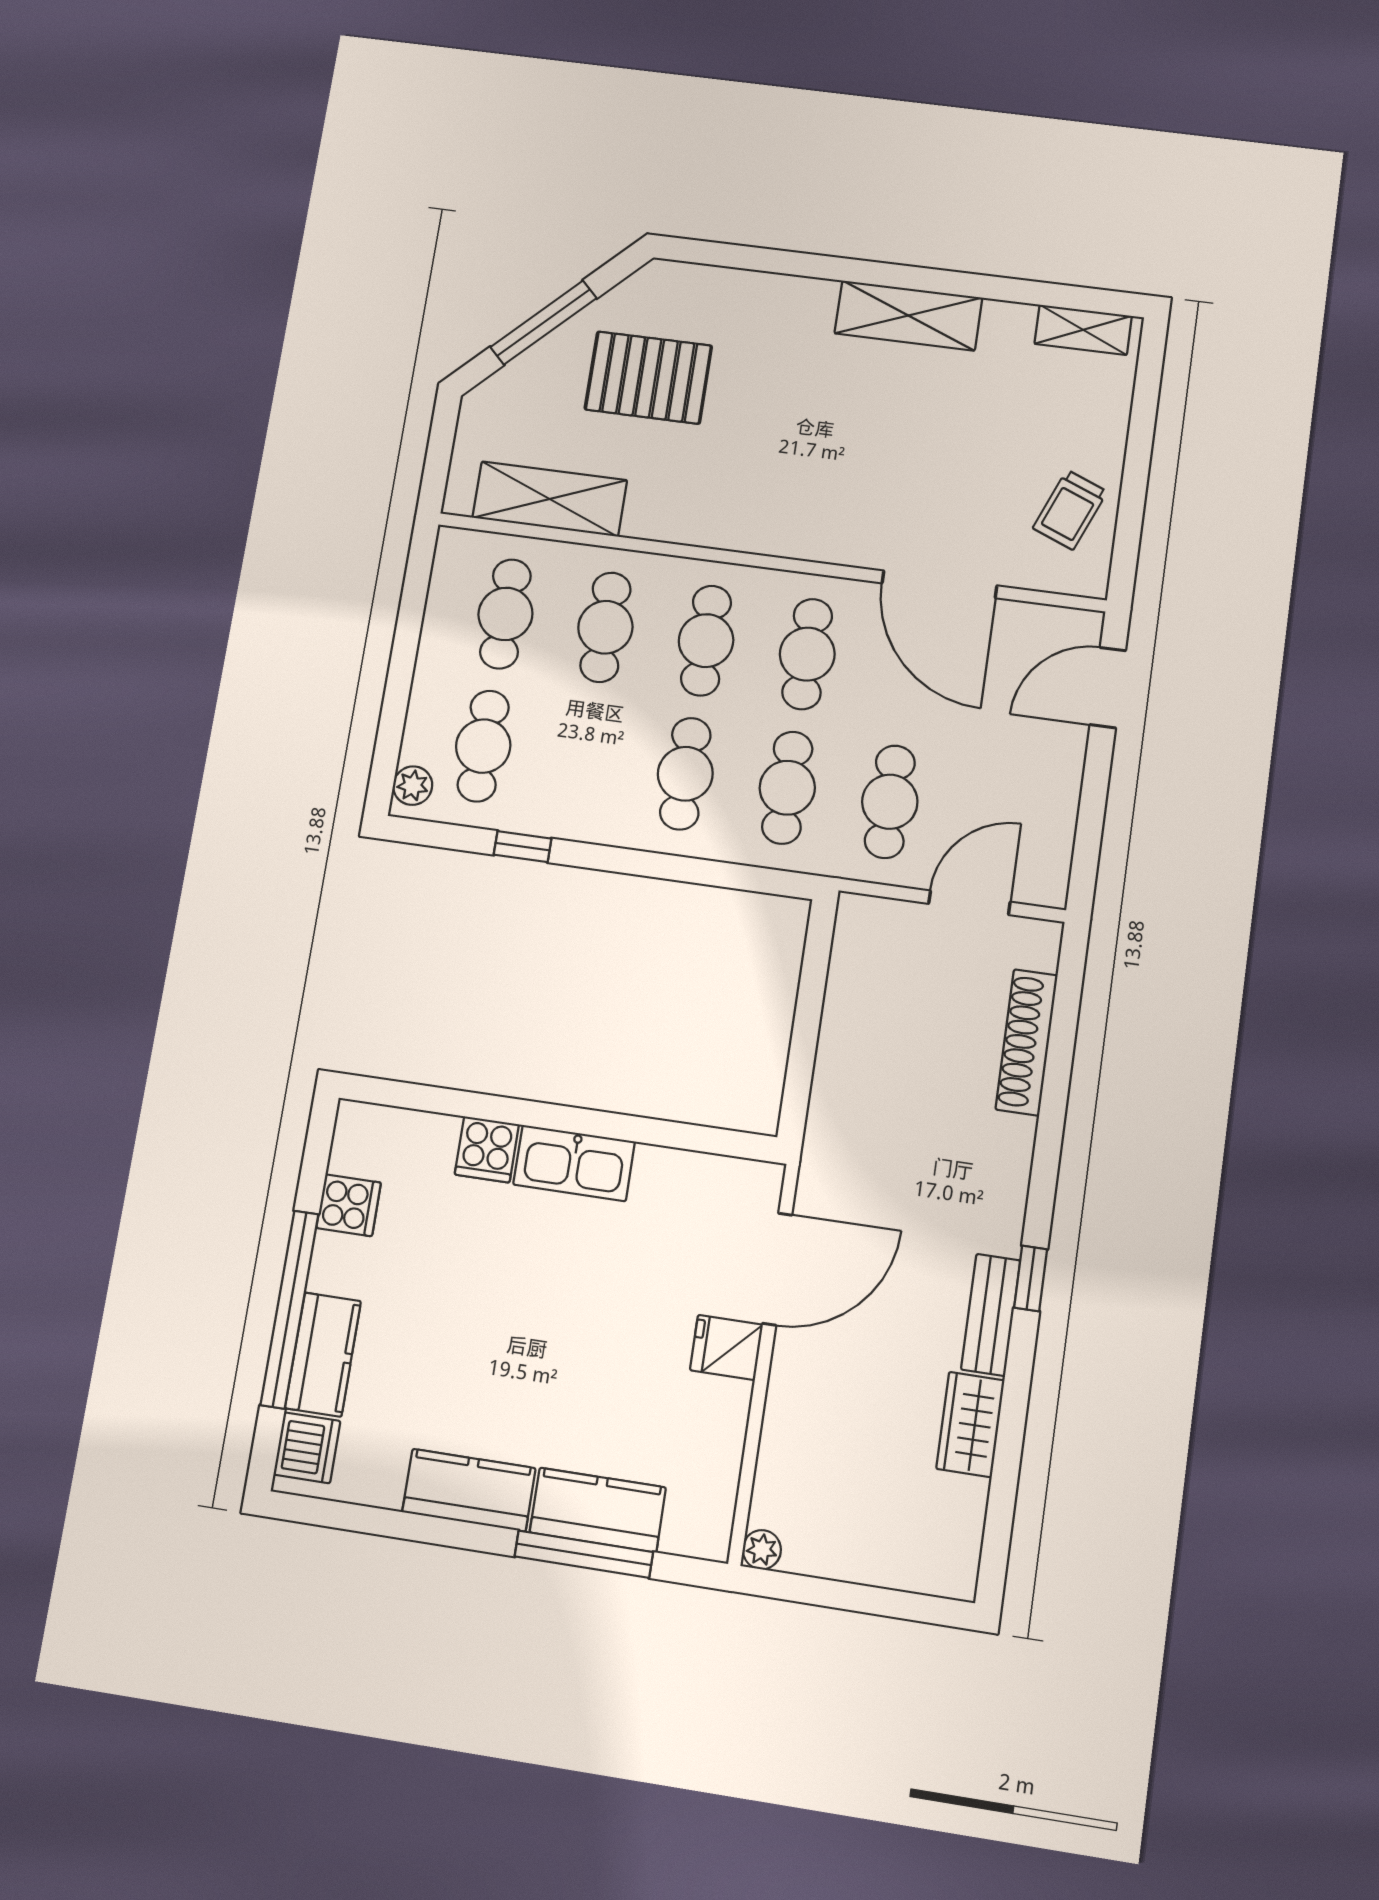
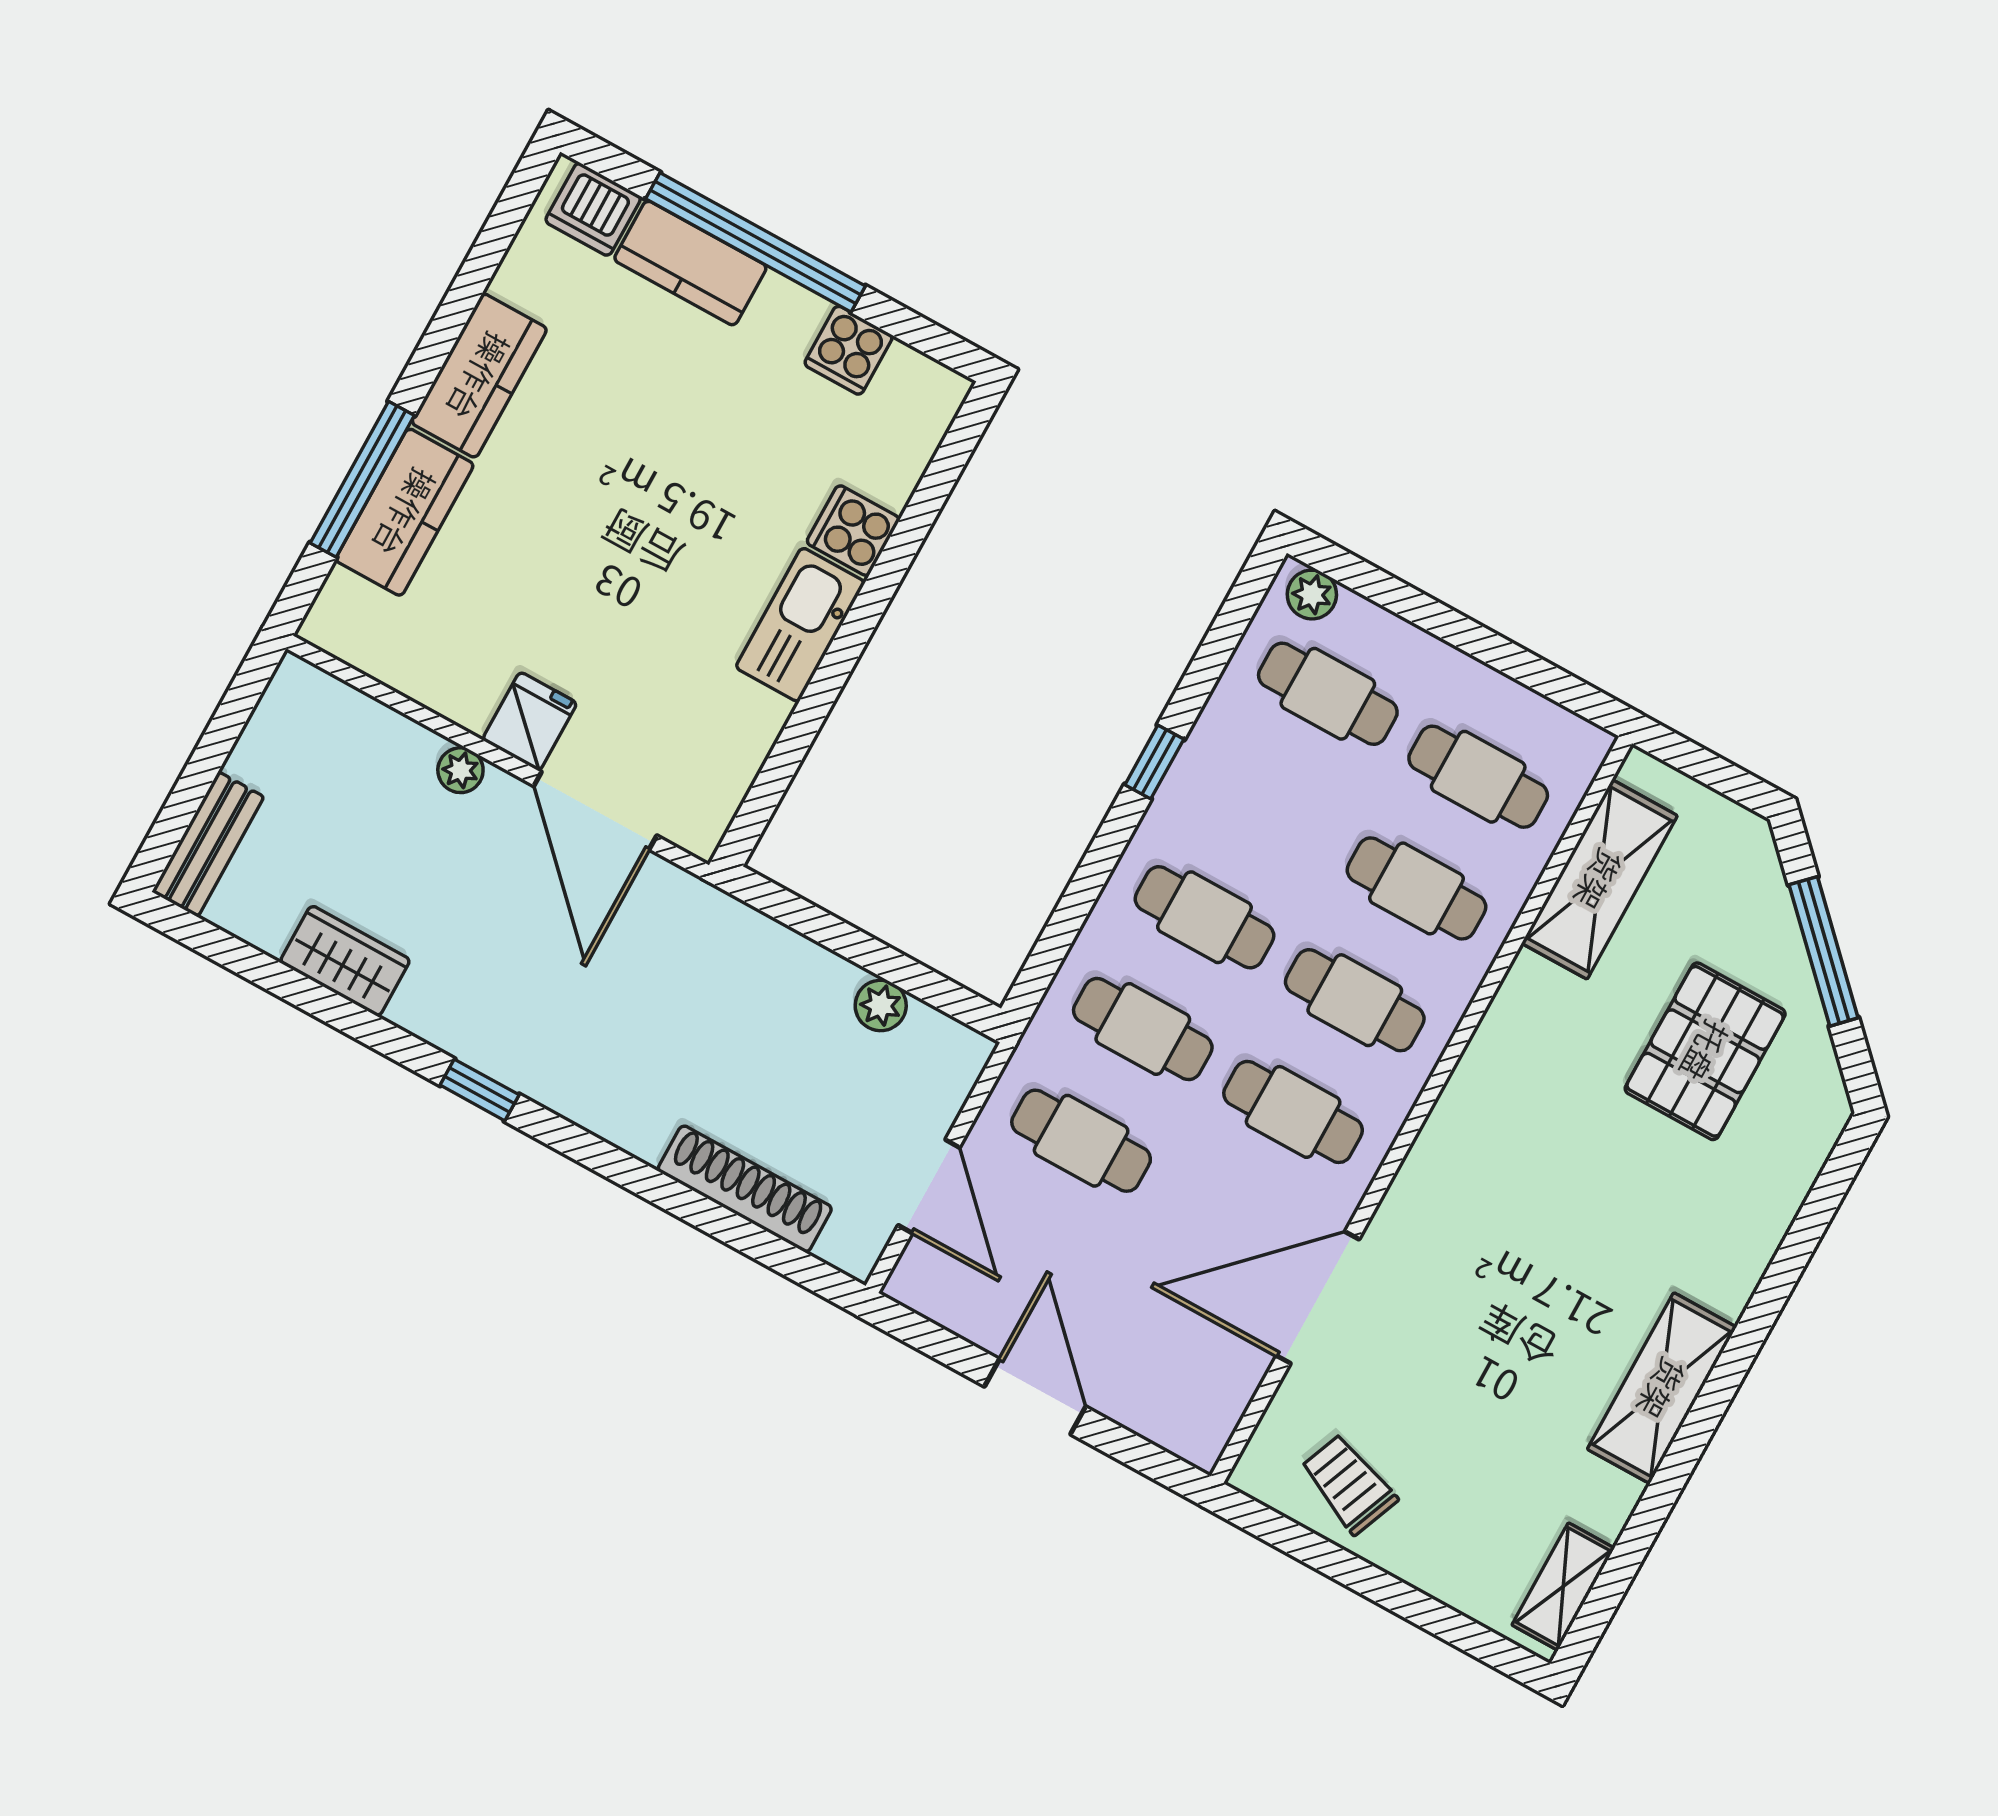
door: (1108, 688) -> (1035, 1397), moved
window: (523, 847) -> (1154, 762), moved
plant: (845, 991) -> (881, 1005), added
bench: (991, 1315) -> (208, 844), moved, turned 90
plant: (762, 1550) -> (460, 770), moved

